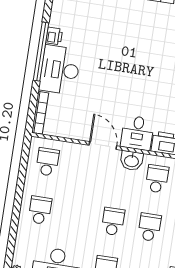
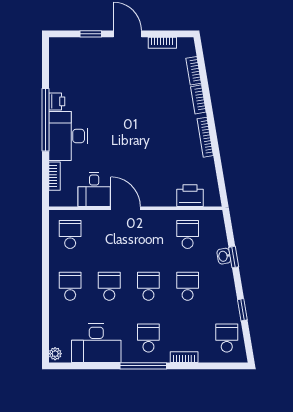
bookcase: (40, 113) -> (54, 176), width x0.64
desk: (137, 133) -> (94, 189), moved
washbasin: (132, 161) -> (158, 219), removed
school desk: (76, 216) -> (109, 286), added

